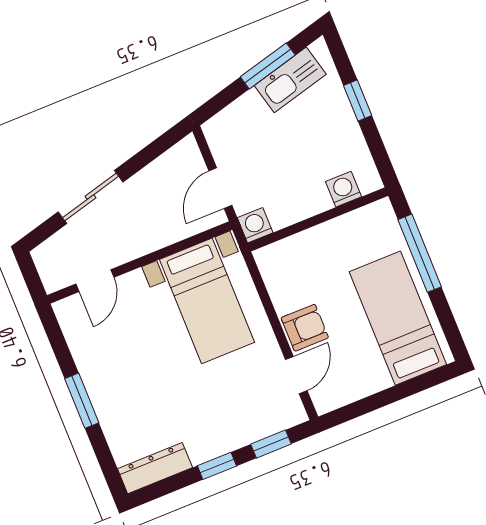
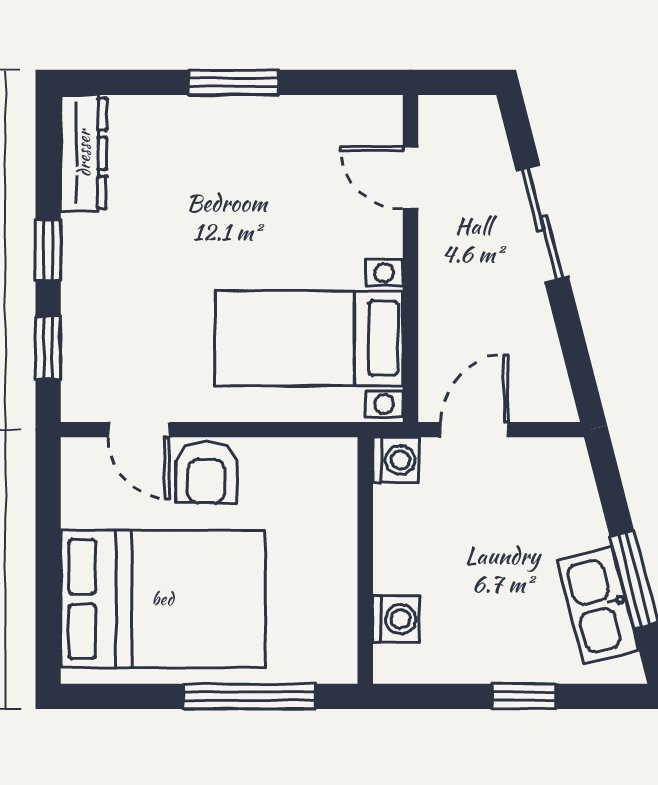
door: (220, 188) -> (475, 430), hinge flipped
bed: (398, 318) -> (163, 599), width x1.50

